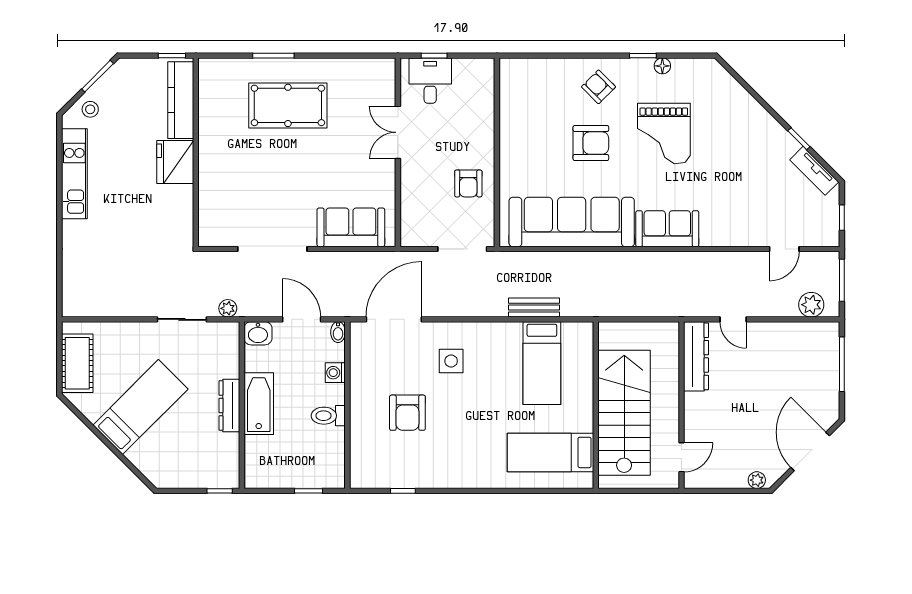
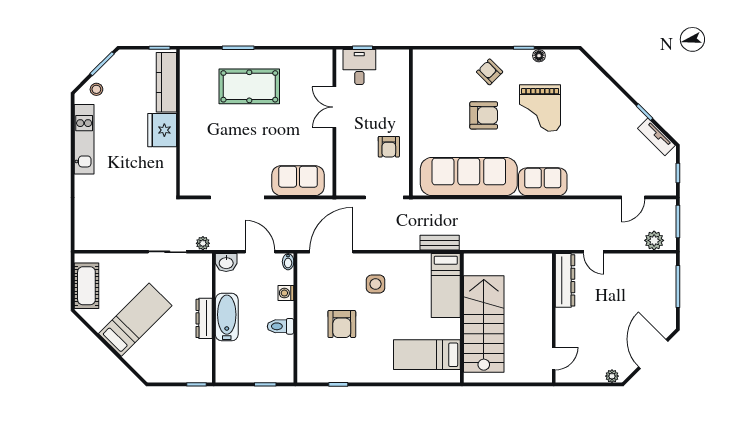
wall: (596, 405) -> (462, 318), moved
stairs: (624, 413) -> (484, 324), moved
bed: (550, 452) -> (427, 355), moved

